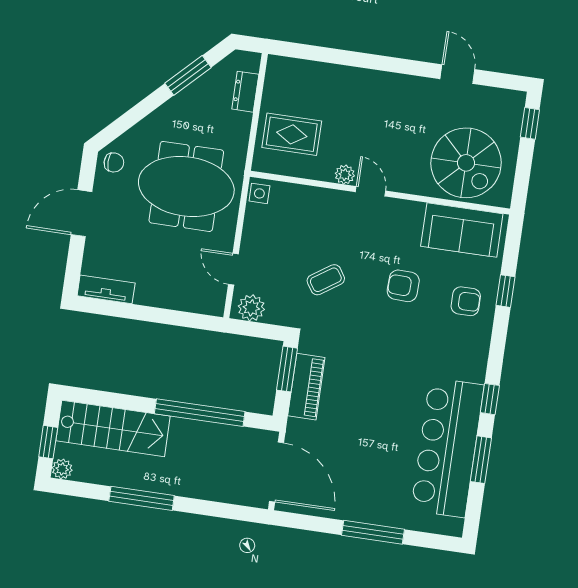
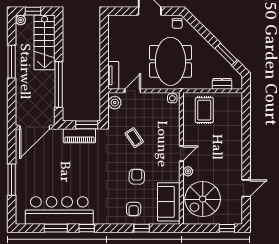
plant: (345, 175) -> (188, 171), moved
tv unit: (106, 289) -> (113, 75), moved

